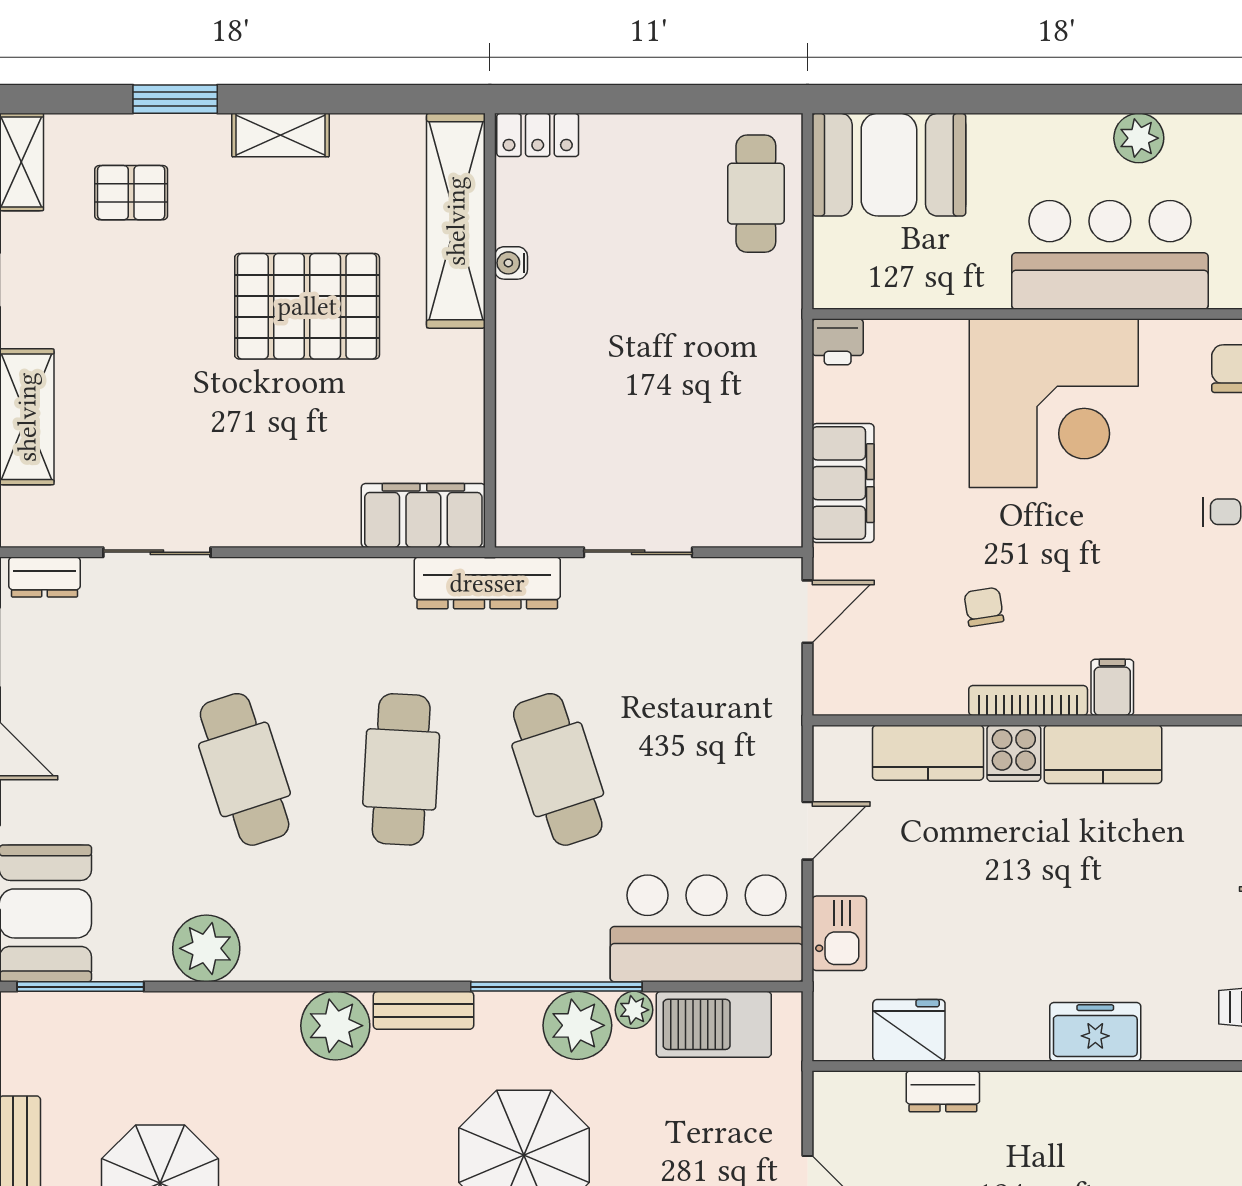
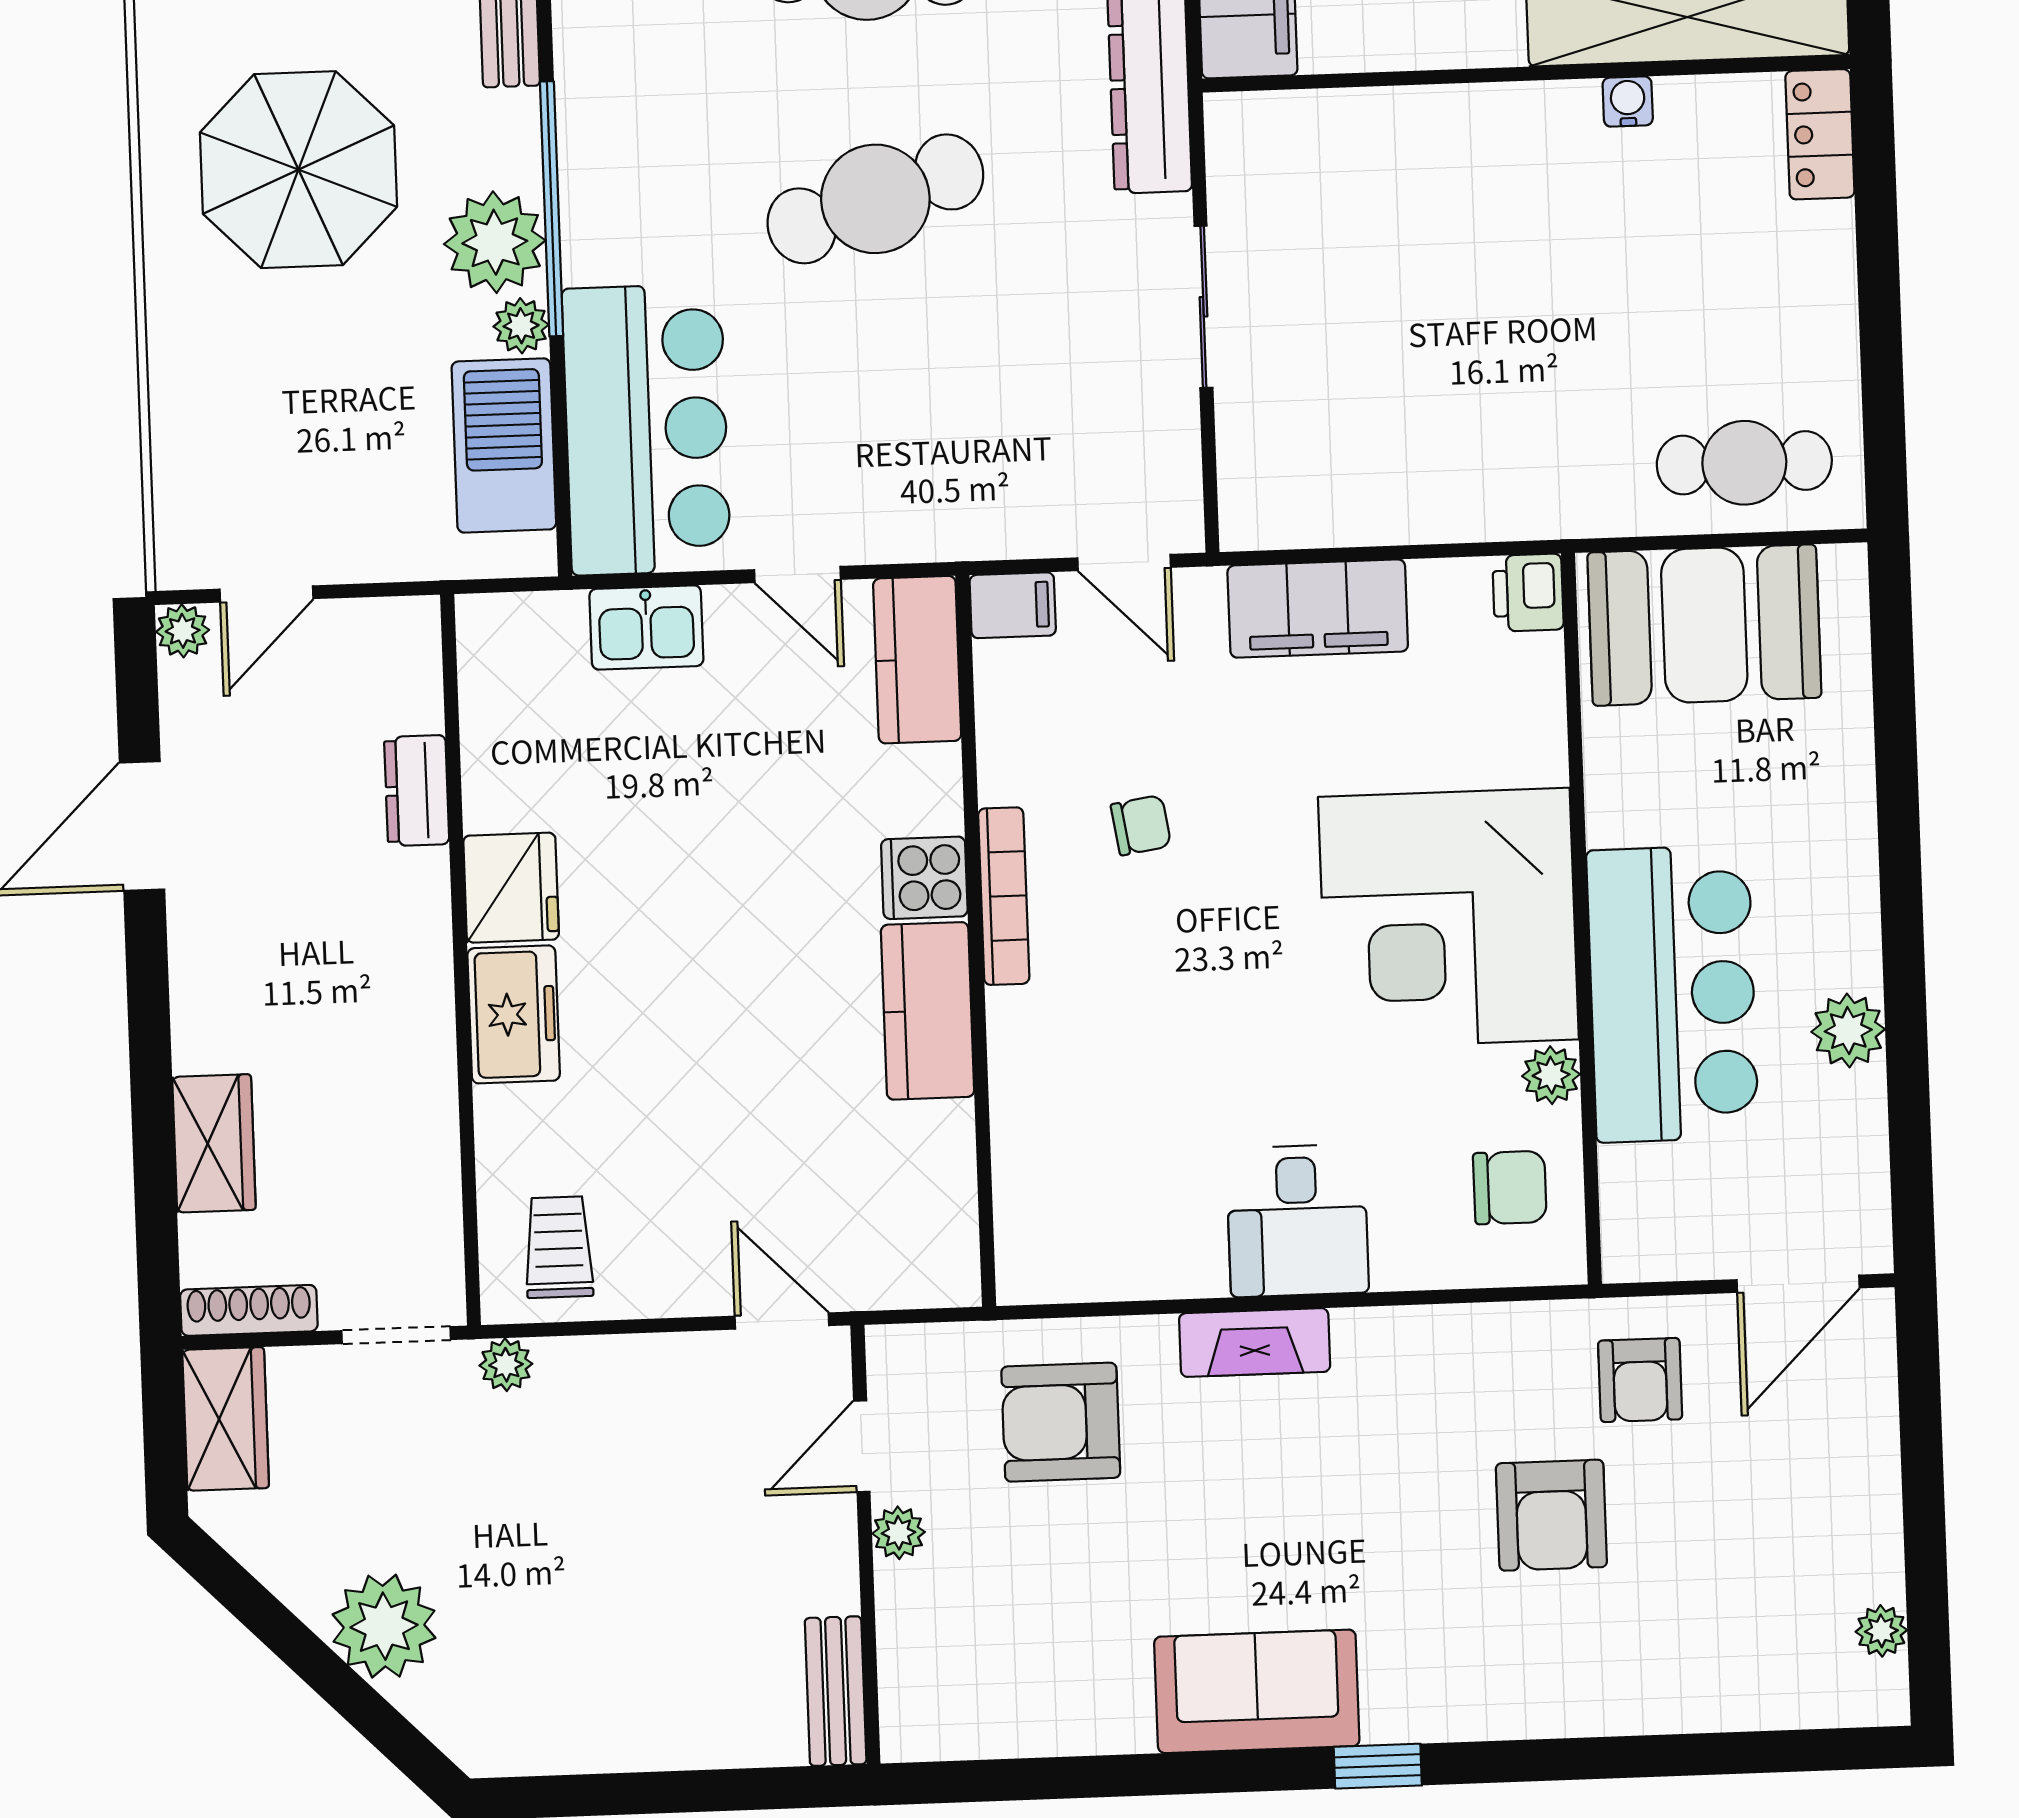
booth: (889, 165) -> (1704, 625), moved, turned 90
plant: (1161, 338) -> (1551, 1075), added
filing cabinet: (1112, 687) -> (1013, 605), moved
kitchen counter: (928, 753) -> (917, 660), moved
fridge: (909, 1030) -> (511, 888), moved

